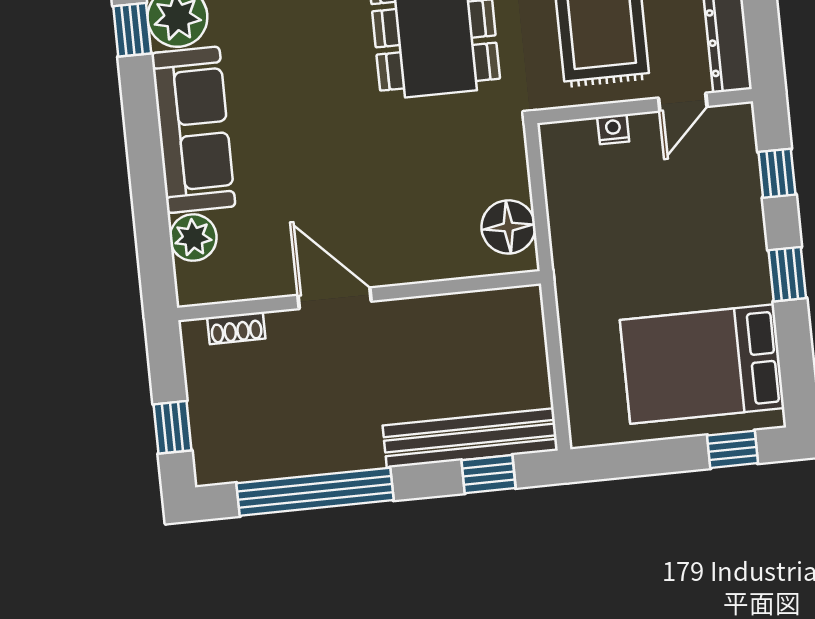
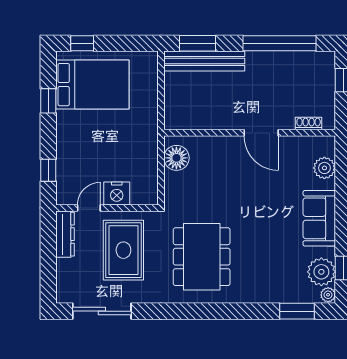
nightstand: (613, 129) -> (117, 193), width x1.89, depth x1.79
sofa: (193, 130) -> (319, 218), width x0.73
window: (787, 274) -> (48, 101), moved
window: (488, 474) -> (198, 43), width x1.50

